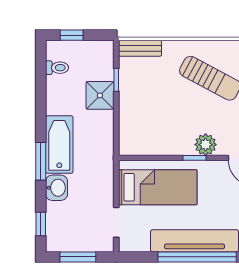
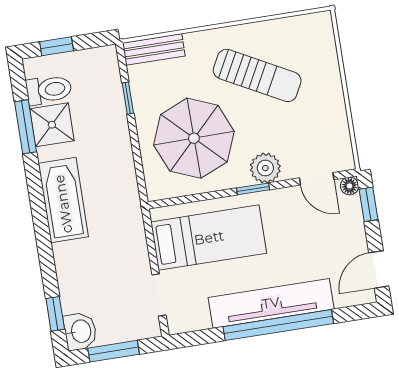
toilet: (57, 68) -> (49, 90), width x1.37, depth x1.39
shower: (100, 95) -> (52, 125), moved
parasol: (158, 116) -> (194, 138), added
window: (41, 161) -> (26, 127), moved
washbasin: (57, 188) -> (80, 331), moved

